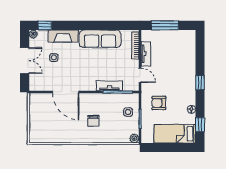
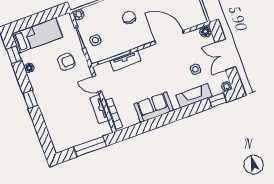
sofa: (100, 39) -> (154, 107), width x0.73
floor lamp: (34, 86) -> (205, 31), added

